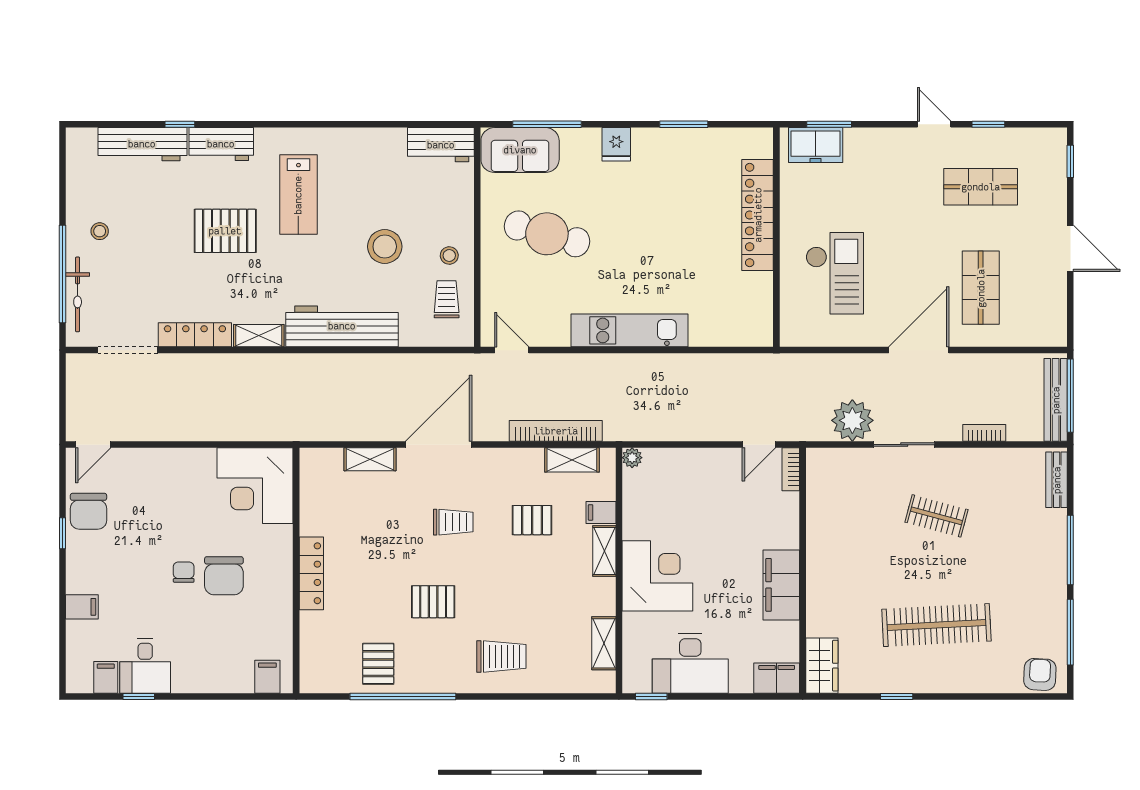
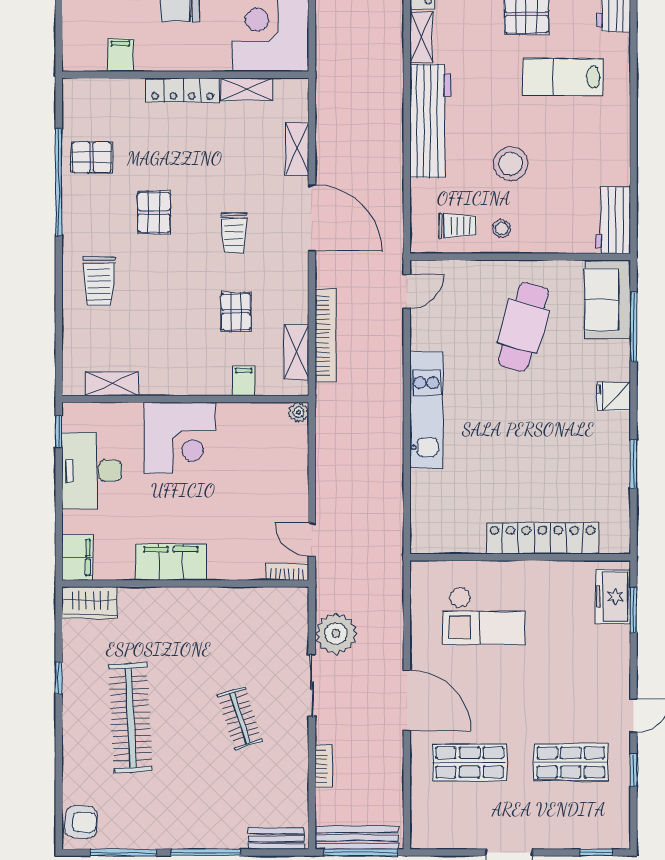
shop shelf: (981, 187) -> (571, 762), turned 90
clothes rail: (936, 516) -> (240, 718), turned -33
shelving: (604, 551) -> (247, 89), moved
filing cabinet: (267, 677) -> (120, 55), moved, turned -90

